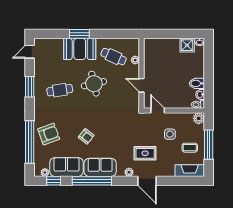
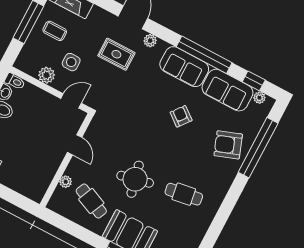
window: (30, 87) -> (220, 219), removed
door: (158, 111) -> (71, 101), swing flipped
plant: (199, 118) -> (47, 75), moved

